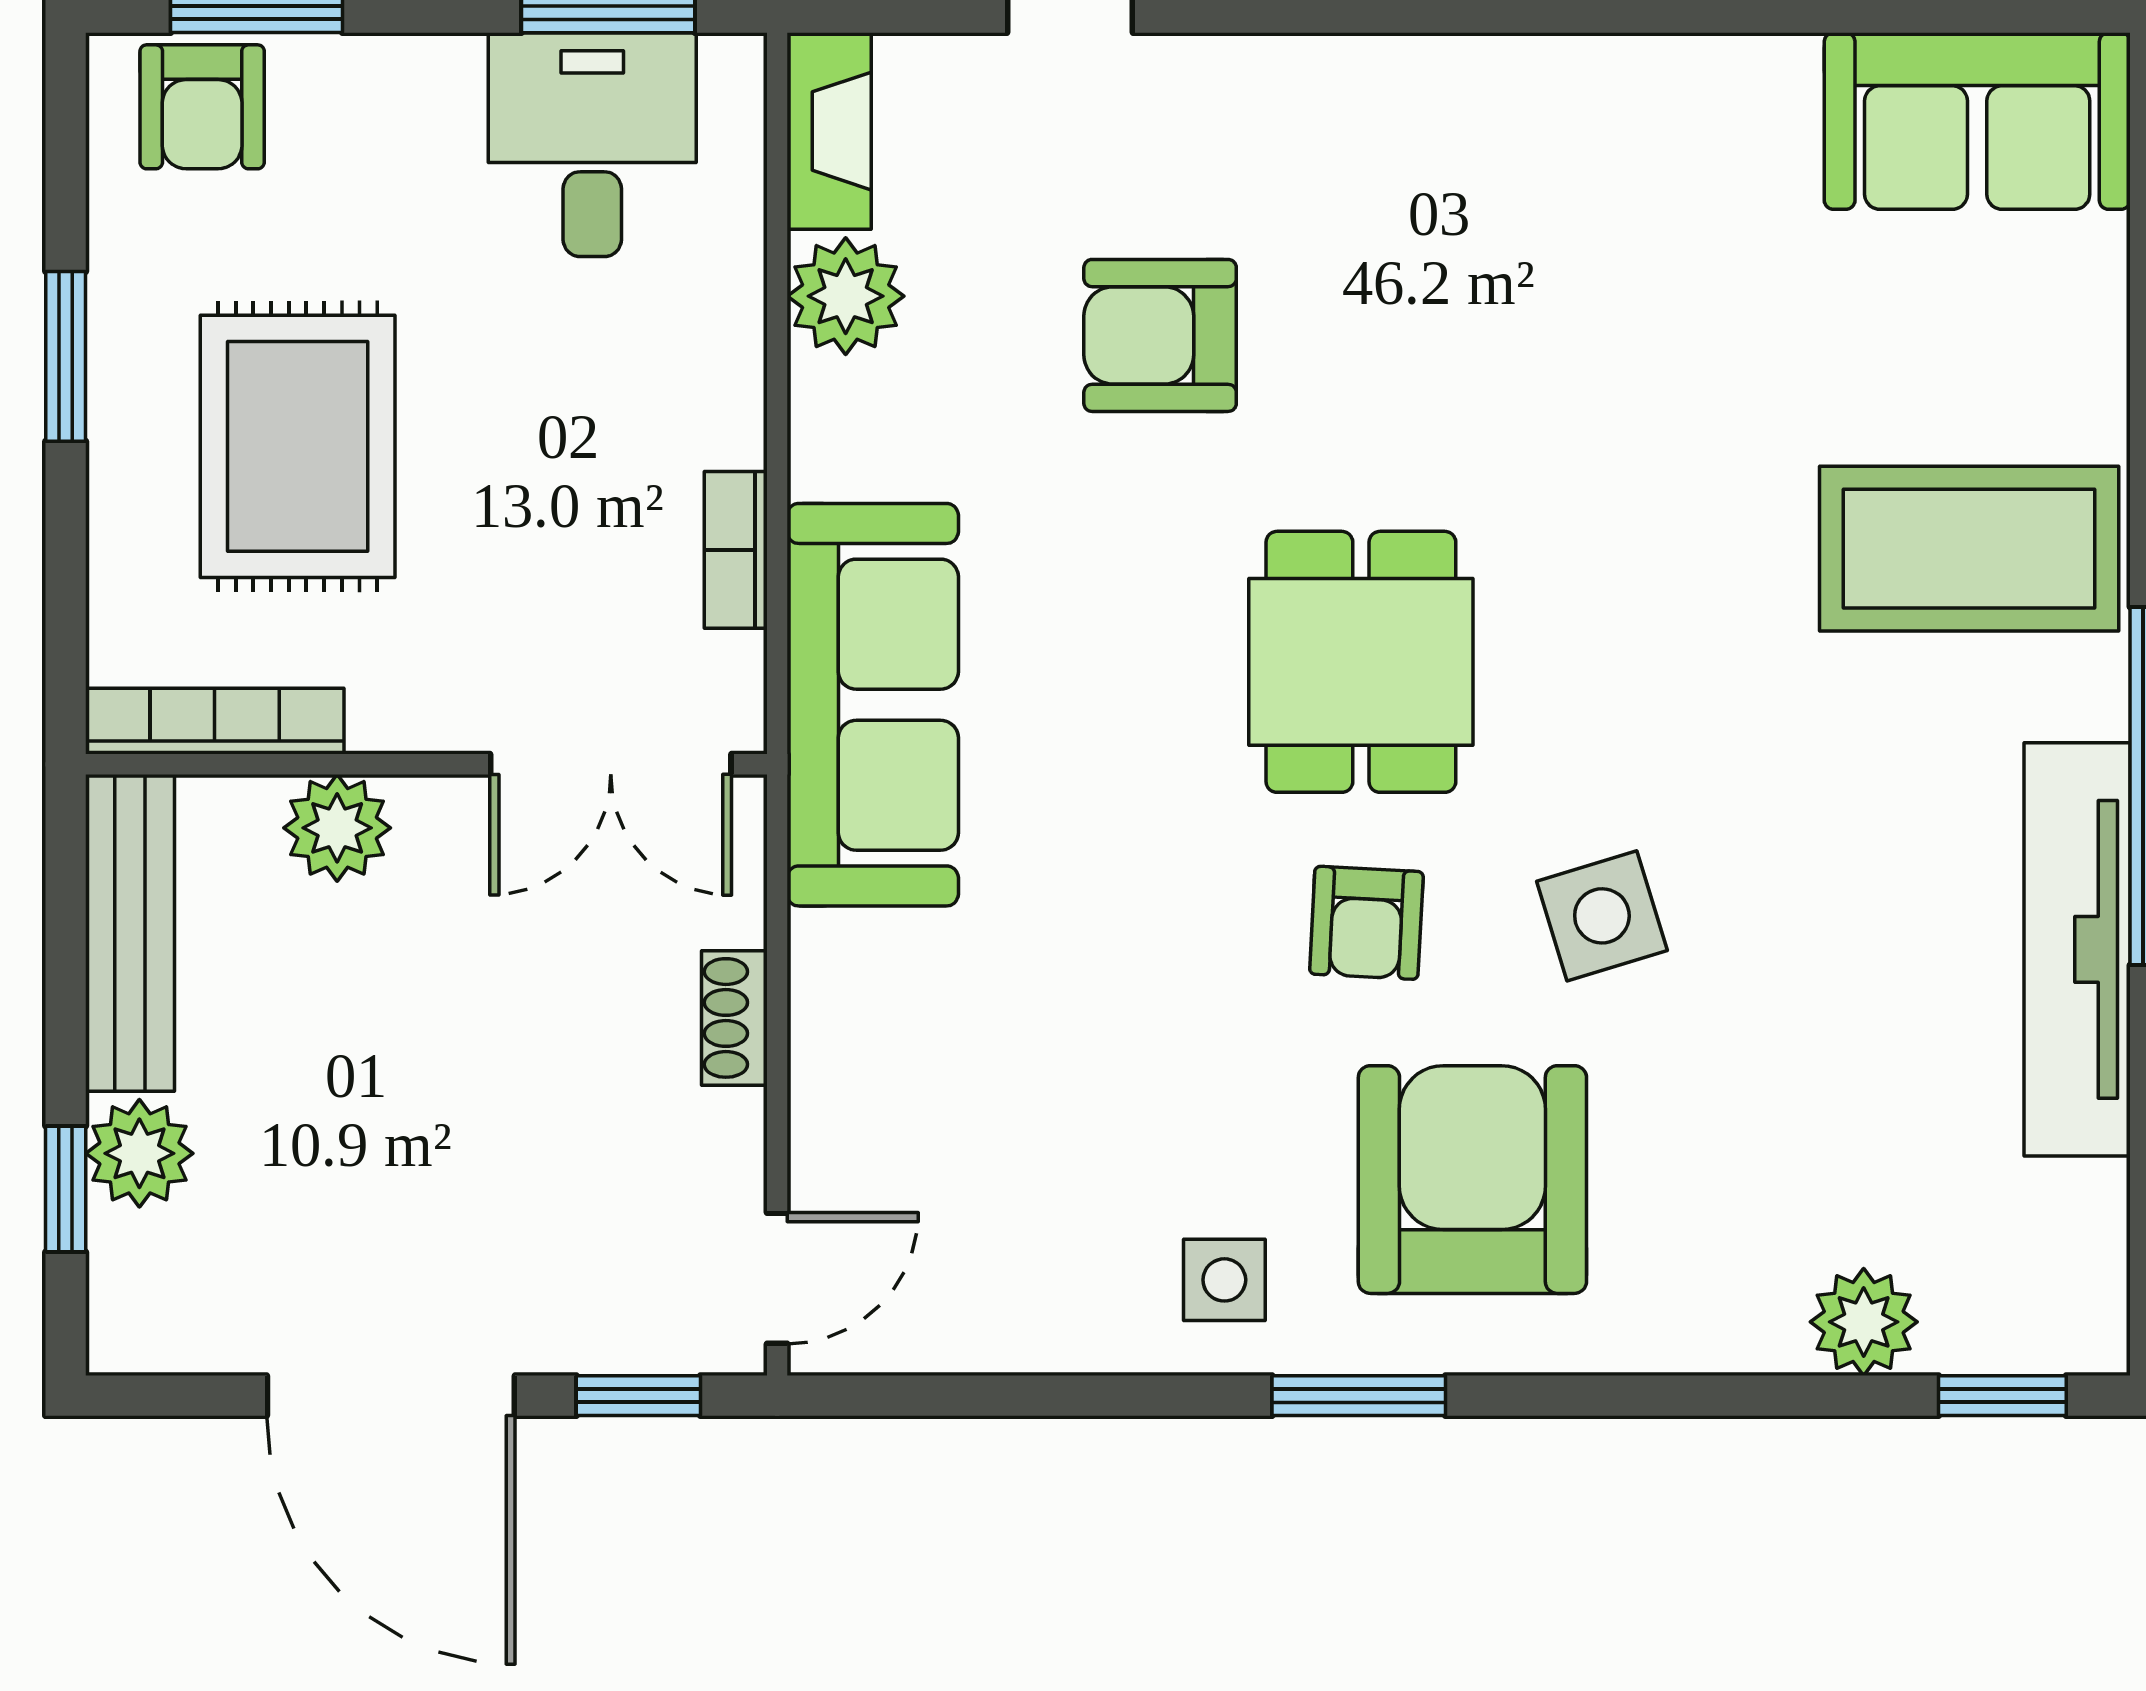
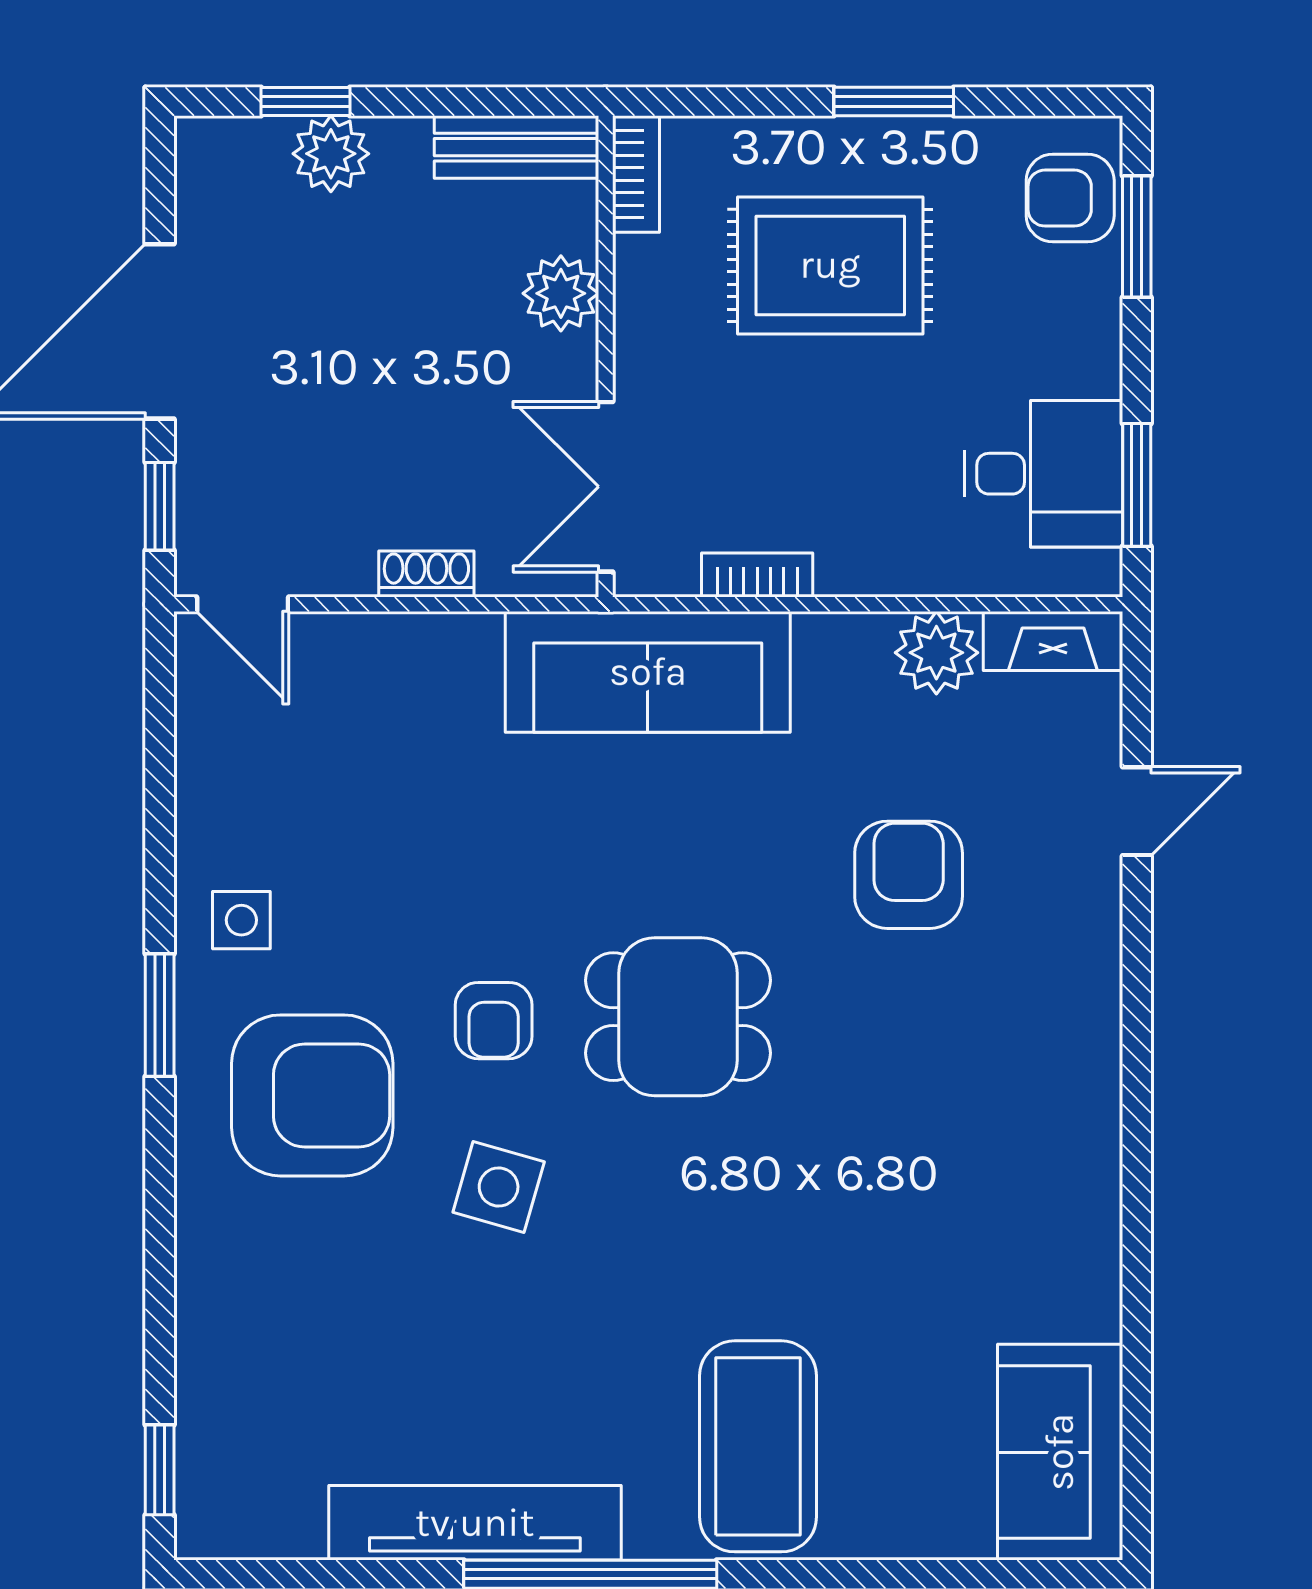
bookcase: (215, 721) -> (636, 174), width x0.64
side table: (1602, 916) -> (499, 1187), turned 33
armchair: (1366, 923) -> (494, 1021), turned -93
bench: (130, 933) -> (516, 147), width x0.73
plant: (1864, 1322) -> (212, 1372), removed

